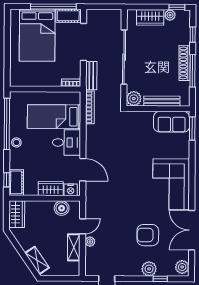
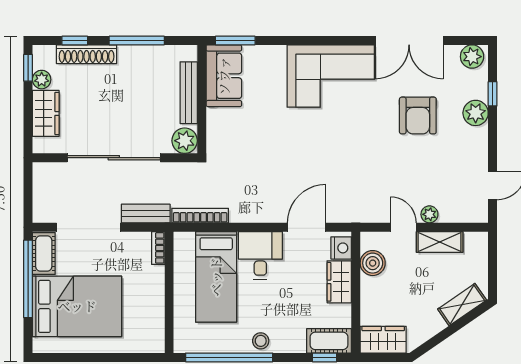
shoe rack: (185, 63) -> (87, 54), moved

